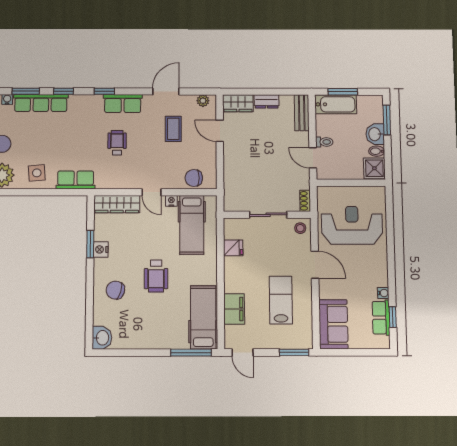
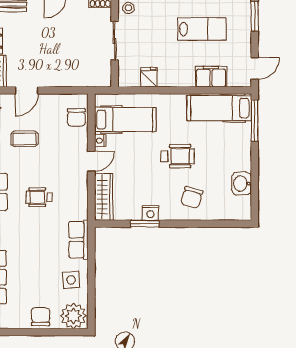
lab bench: (281, 300) -> (202, 29), turned 180
washbasin: (102, 338) -> (242, 184), moved, turned -90

